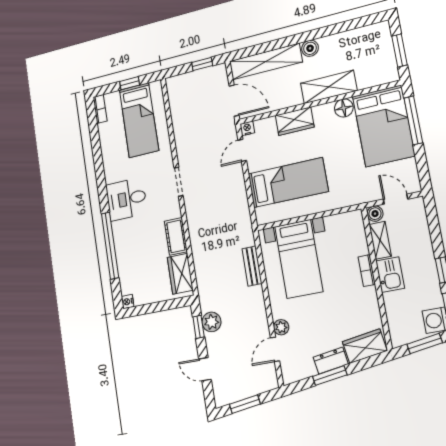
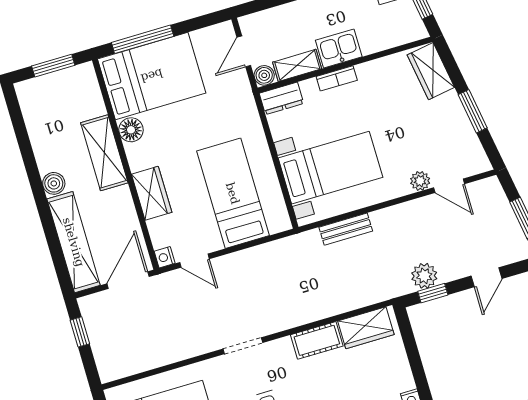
dresser: (331, 361) -> (281, 98), moved, turned -81

